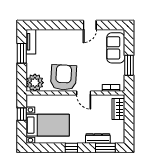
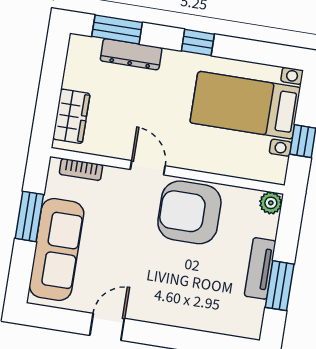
tv unit: (31, 42) -> (260, 268), moved
sofa: (116, 48) -> (57, 249), width x1.36
armchair: (64, 77) -> (189, 212), turned 87
plant: (35, 83) -> (271, 203), width x0.53, depth x0.53

